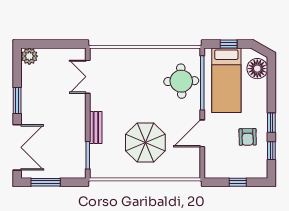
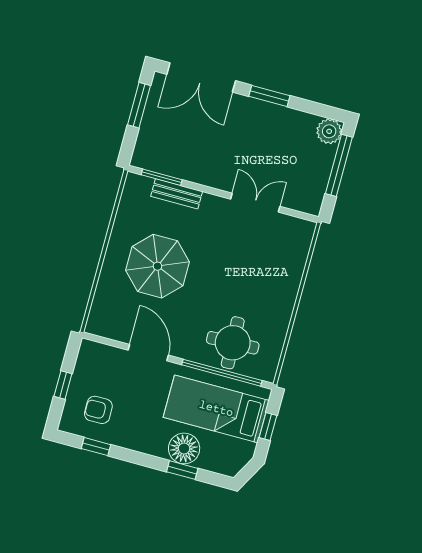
window: (49, 44) -> (339, 165), added
floor lamp: (257, 69) -> (184, 448), moved
double door: (88, 77) -> (255, 203), moved
window: (271, 123) -> (182, 470), moved
bench: (96, 127) -> (177, 194), moved
armchair: (248, 137) -> (98, 410), moved

